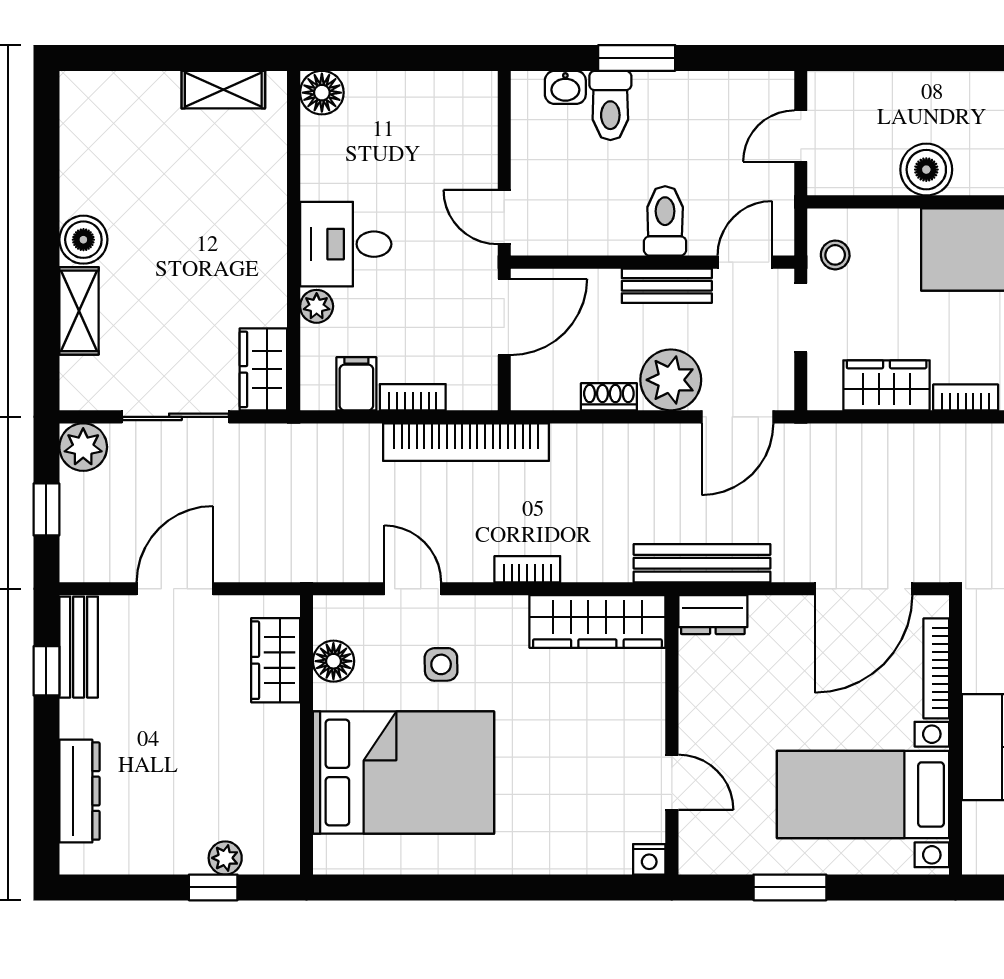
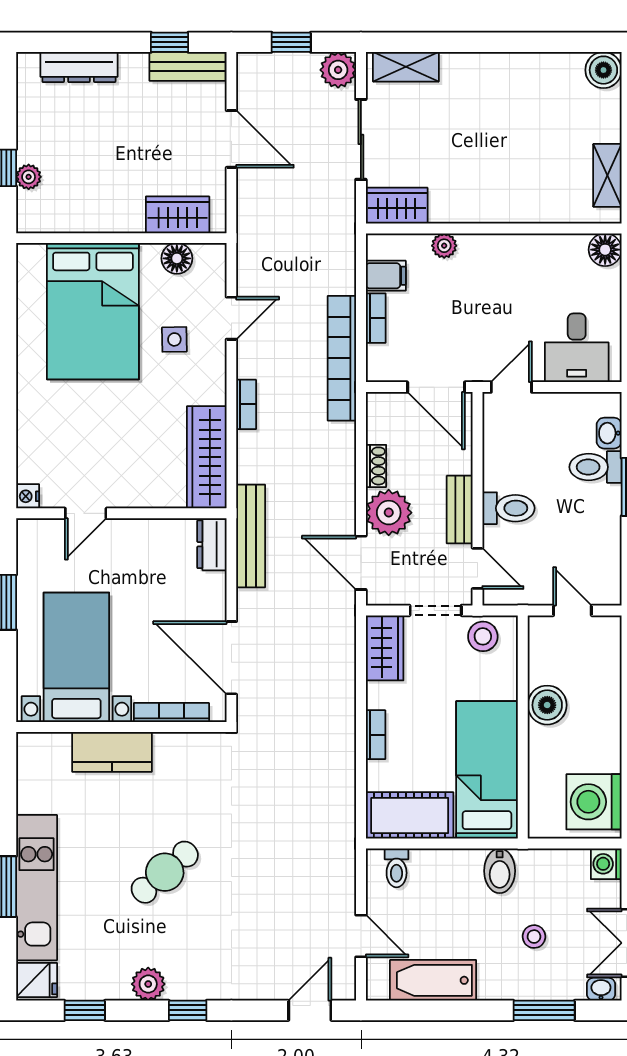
boiler: (83, 240) -> (603, 70), moved
desk: (346, 244) -> (577, 348), moved, turned 180
stool: (835, 255) -> (483, 636), width x1.37, depth x1.37
shelving: (79, 311) -> (406, 67), moved
wardrobe: (887, 385) -> (385, 648), moved

